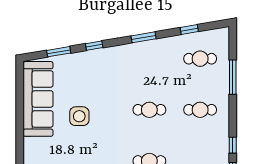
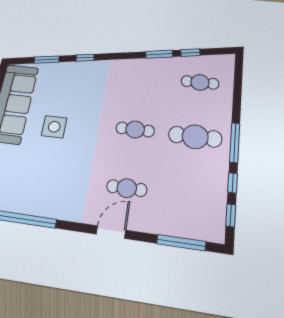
window: (144, 37) -> (159, 54), moved
window: (233, 77) -> (235, 143), moved
cafe table: (200, 110) -> (195, 137), width x1.37, depth x1.35

